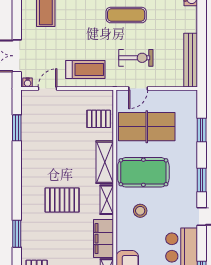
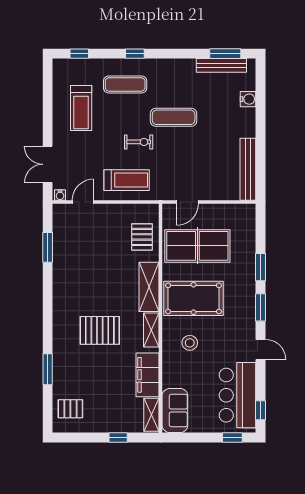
exercise bike: (136, 58) -> (139, 142), moved, width x0.73, depth x0.72
pallet: (99, 119) -> (142, 237), turned 90
window: (202, 130) -> (261, 267), moved

